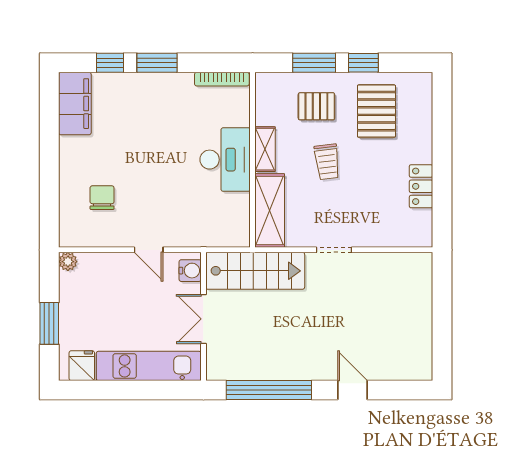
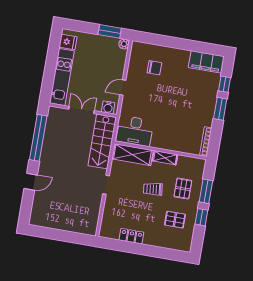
pallet: (376, 111) -> (175, 220), width x0.67, depth x0.71
desk: (225, 160) -> (135, 131), moved
window: (49, 323) -> (110, 31), moved

